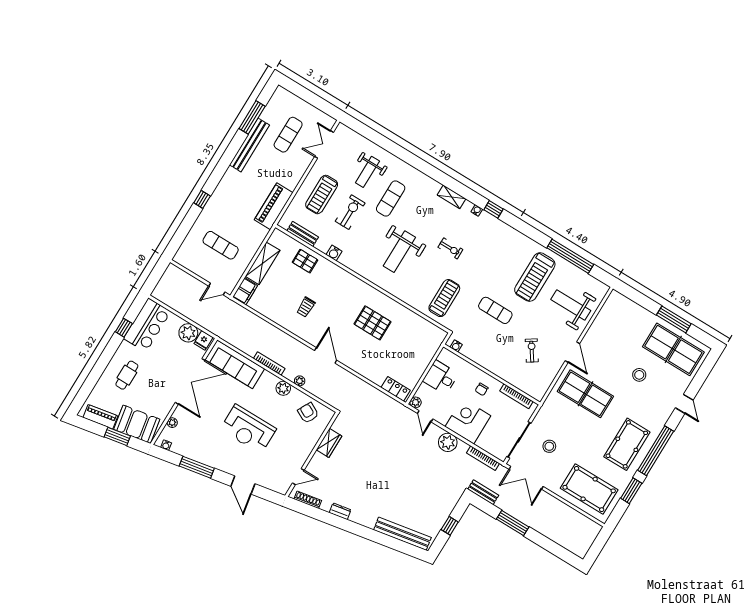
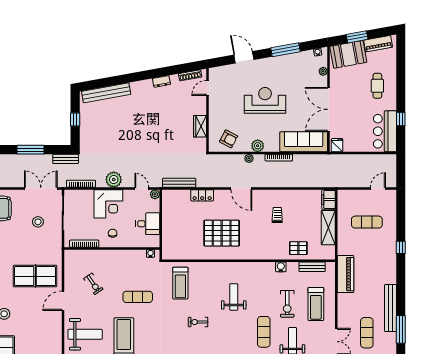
treadmill: (322, 195) -> (316, 304), turned 180
weight bench: (399, 252) -> (234, 297), width x0.73, depth x0.75
door: (217, 289) -> (378, 188), moved
pallet: (372, 323) -> (222, 233), width x1.37, depth x1.41
plant: (188, 333) -> (351, 144), removed
door: (572, 352) -> (63, 301), hinge flipped
locker: (396, 389) -> (202, 195), moved
bench: (384, 399) -> (179, 183), added

